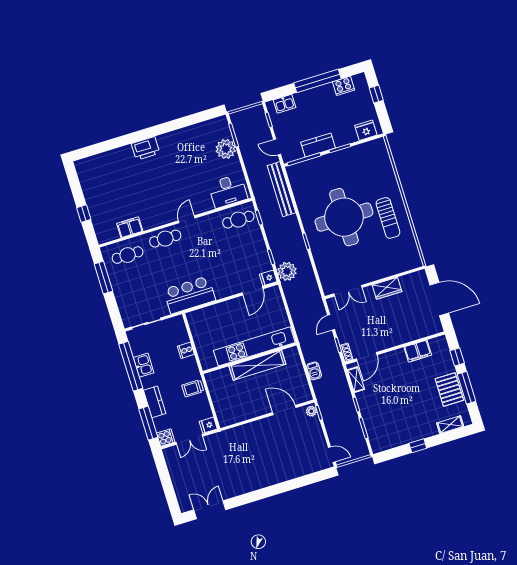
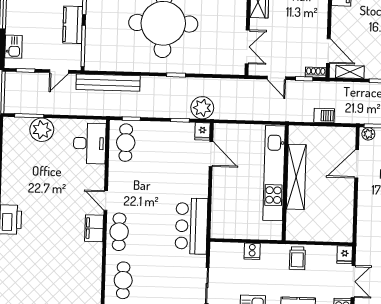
filing cabinet: (130, 227) -> (94, 228), moved

